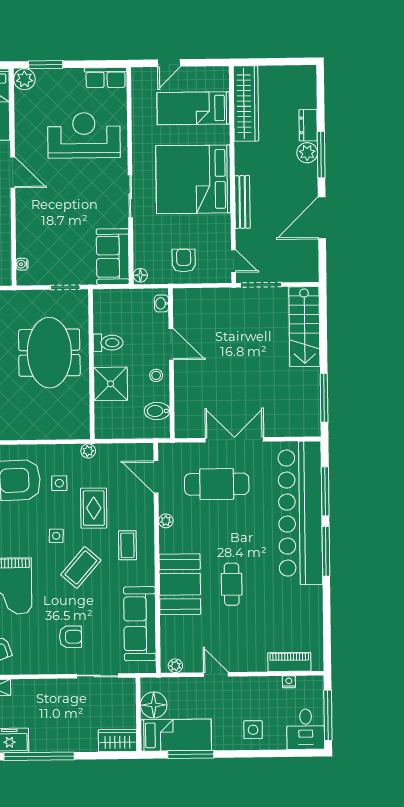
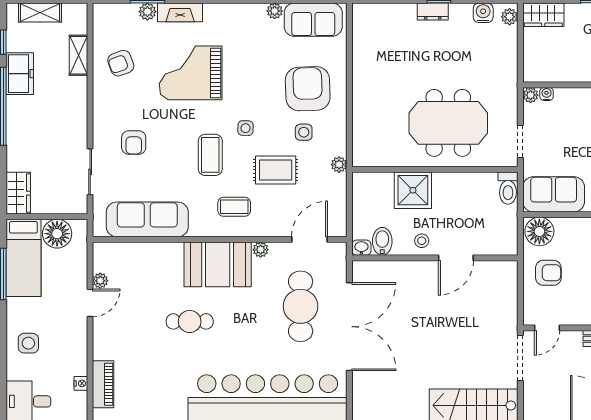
floor lamp: (140, 275) -> (539, 231), width x1.89, depth x1.89
plant: (23, 279) -> (531, 95), added
washbasin: (161, 303) -> (361, 248), moved
toilet: (108, 343) -> (508, 188), moved
double door: (234, 440) -> (349, 327), width x1.36
coffee table: (81, 567) -> (210, 155), turned 49
booth: (180, 584) -> (218, 264), moved
plant: (175, 666) -> (100, 281), moved

